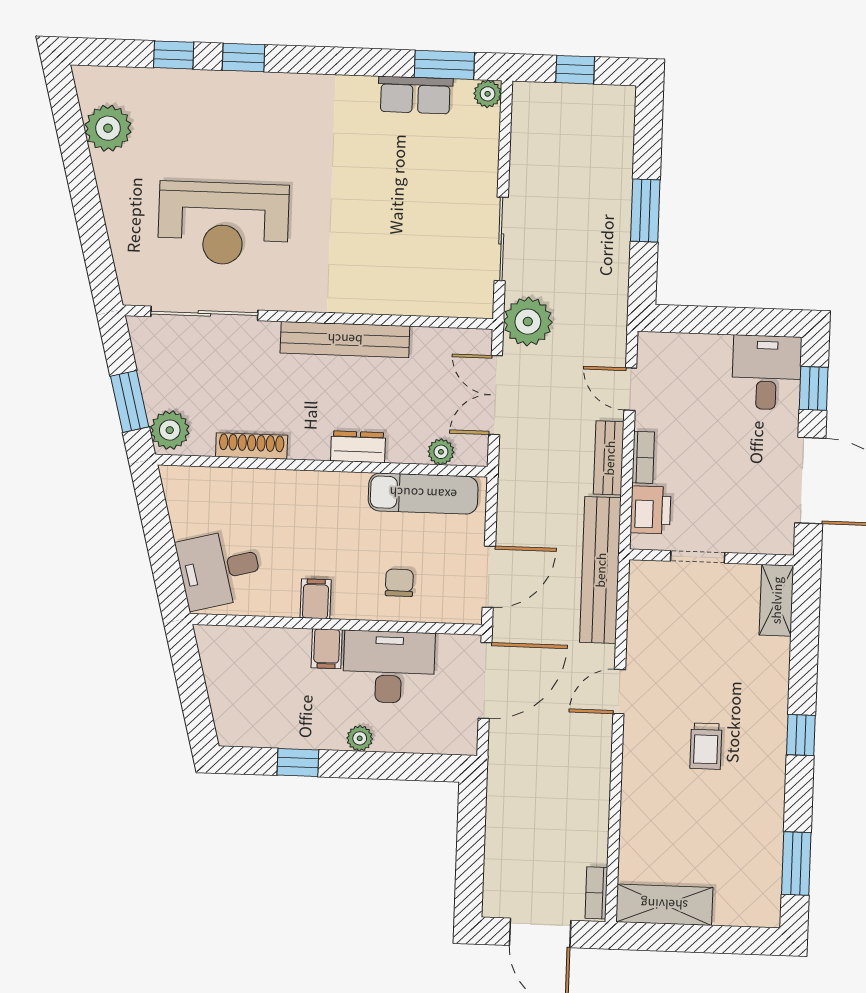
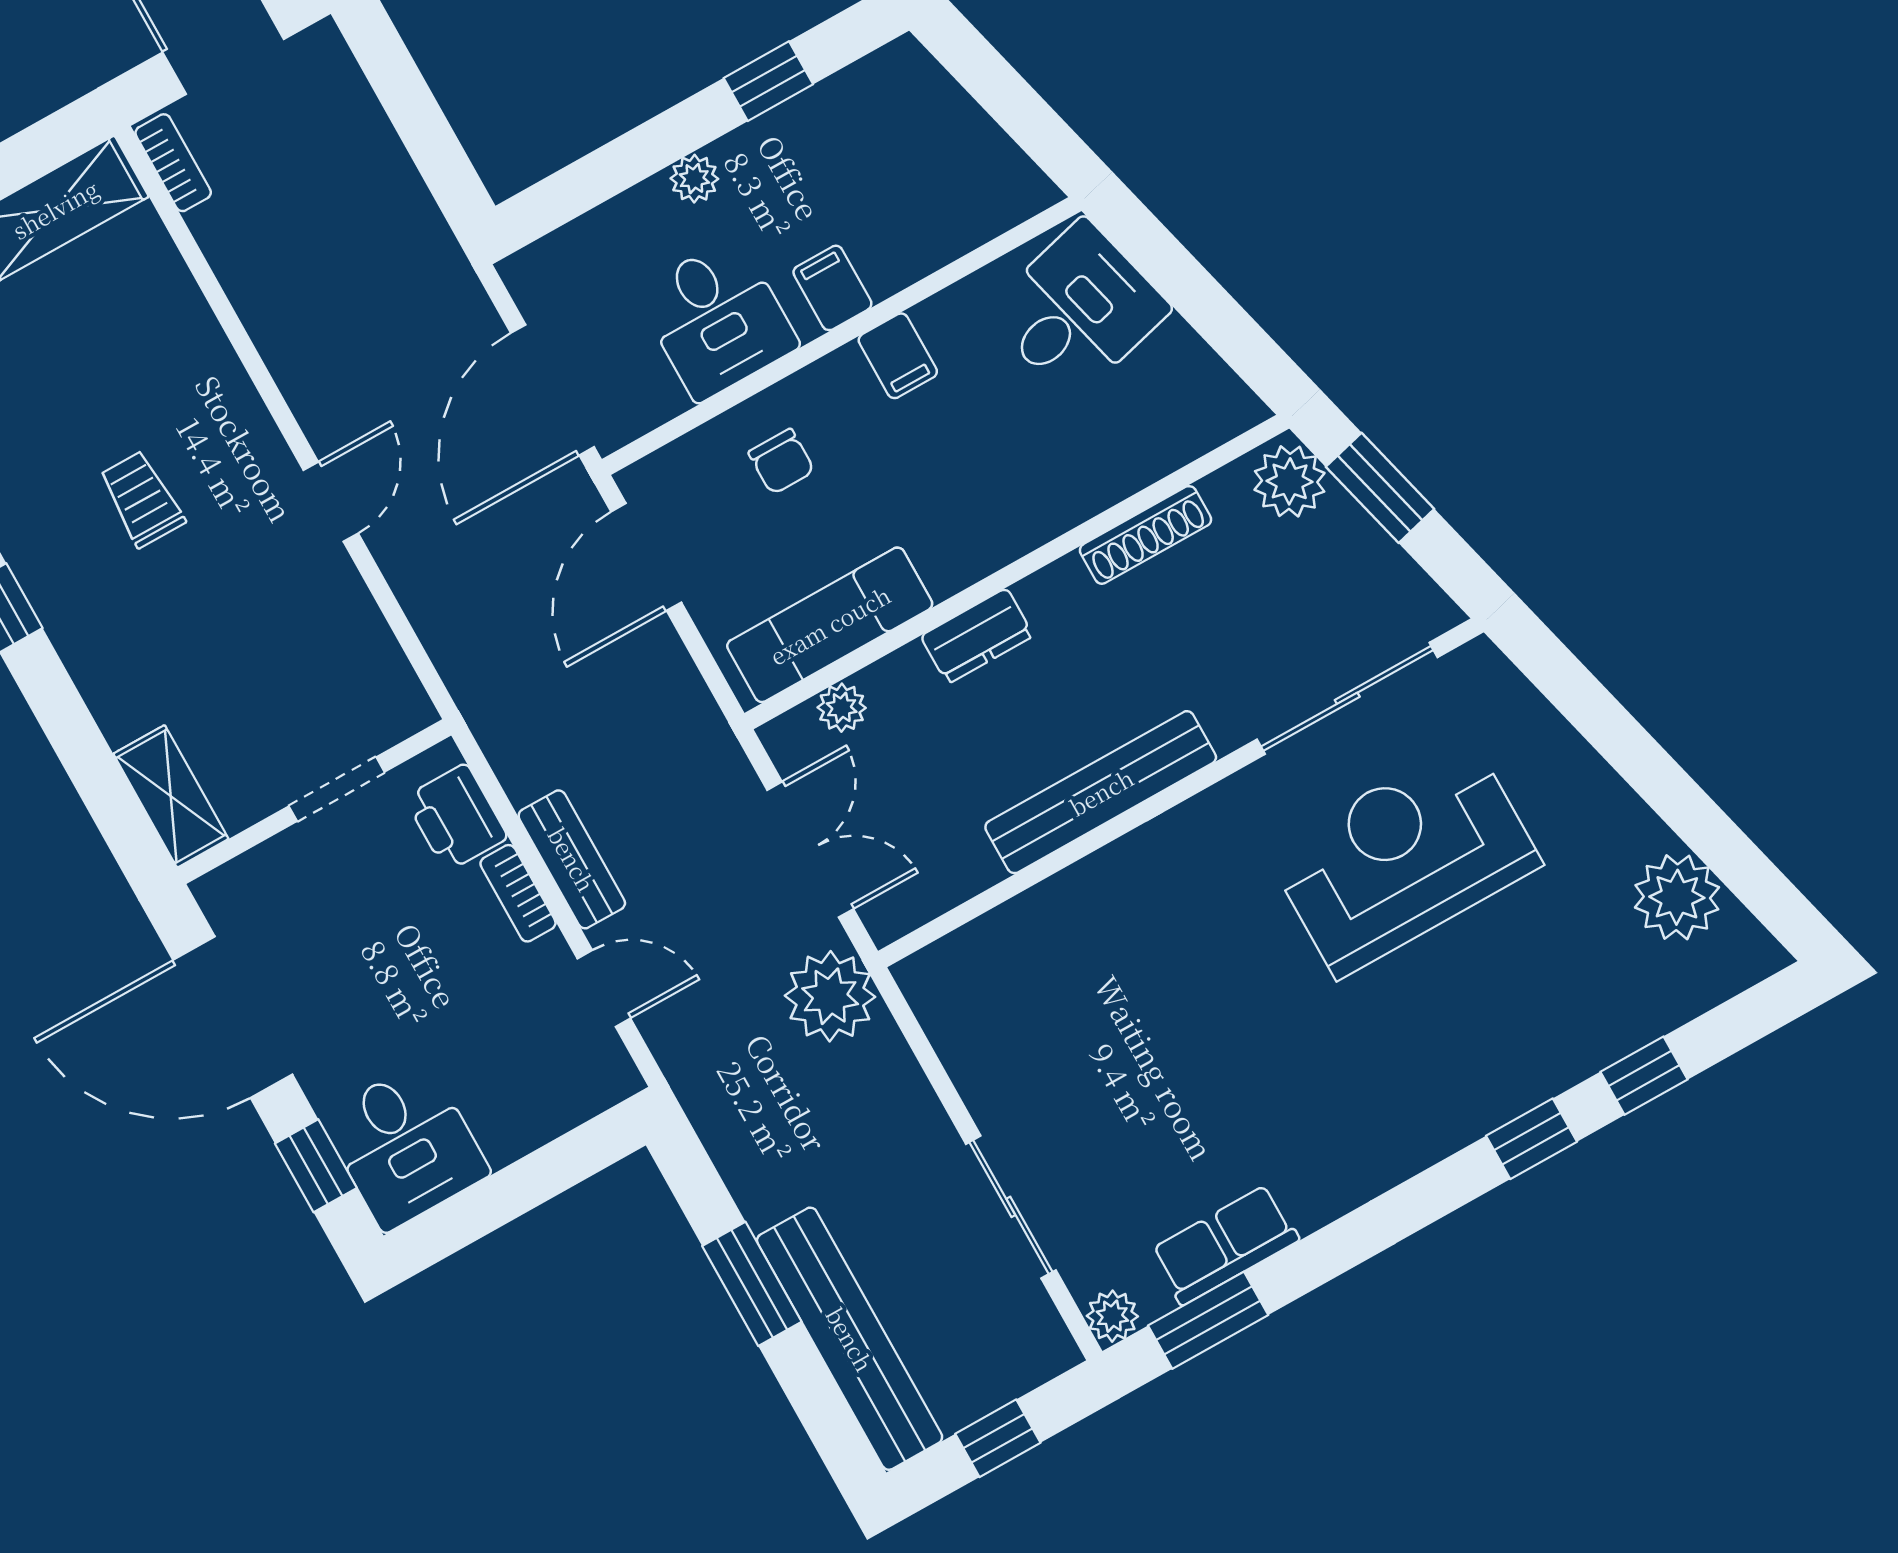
sliding door: (501, 239) -> (1011, 1207), moved
bench: (600, 570) -> (850, 1339), moved
desk: (389, 667) -> (717, 319), width x0.73

